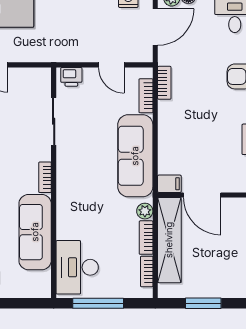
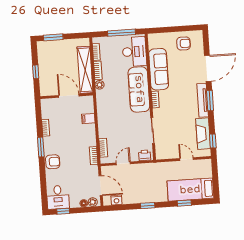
door: (155, 27) -> (101, 186), swing flipped
door: (111, 65) -> (123, 163), hinge flipped
sofa: (135, 156) -> (139, 89), moved, turned 180
filing cabinet: (169, 184) -> (88, 119), moved
window: (203, 303) -> (53, 37), moved

